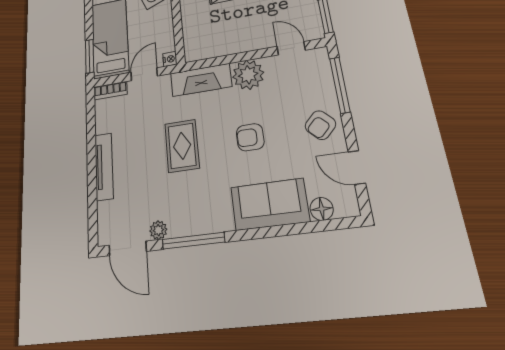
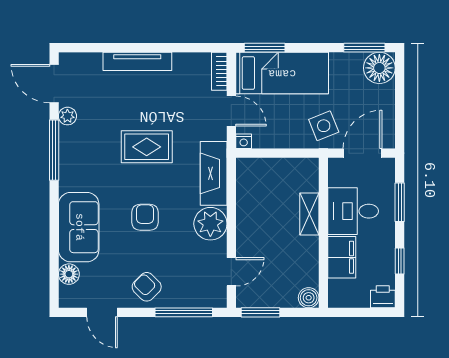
door: (357, 167) -> (102, 312), swing flipped
door: (128, 248) -> (54, 84), hinge flipped

